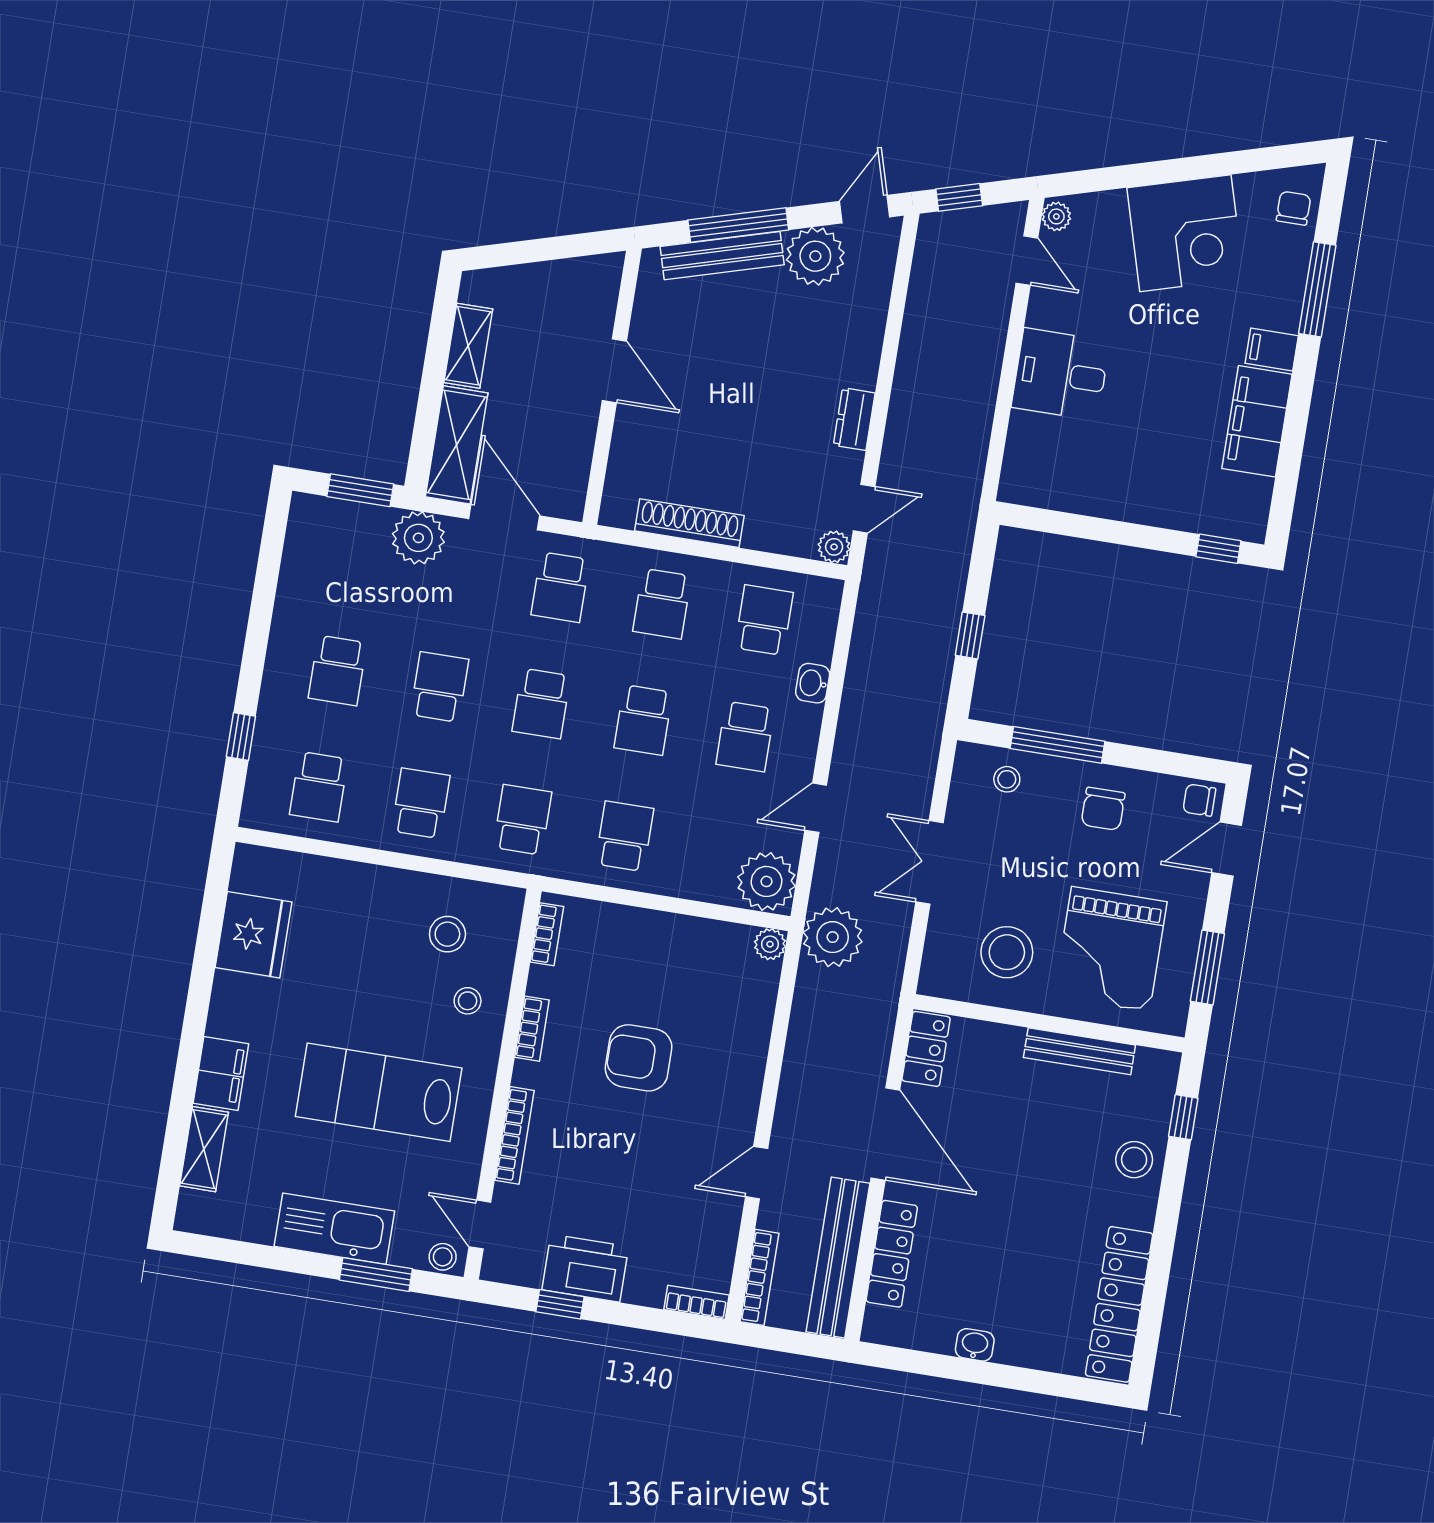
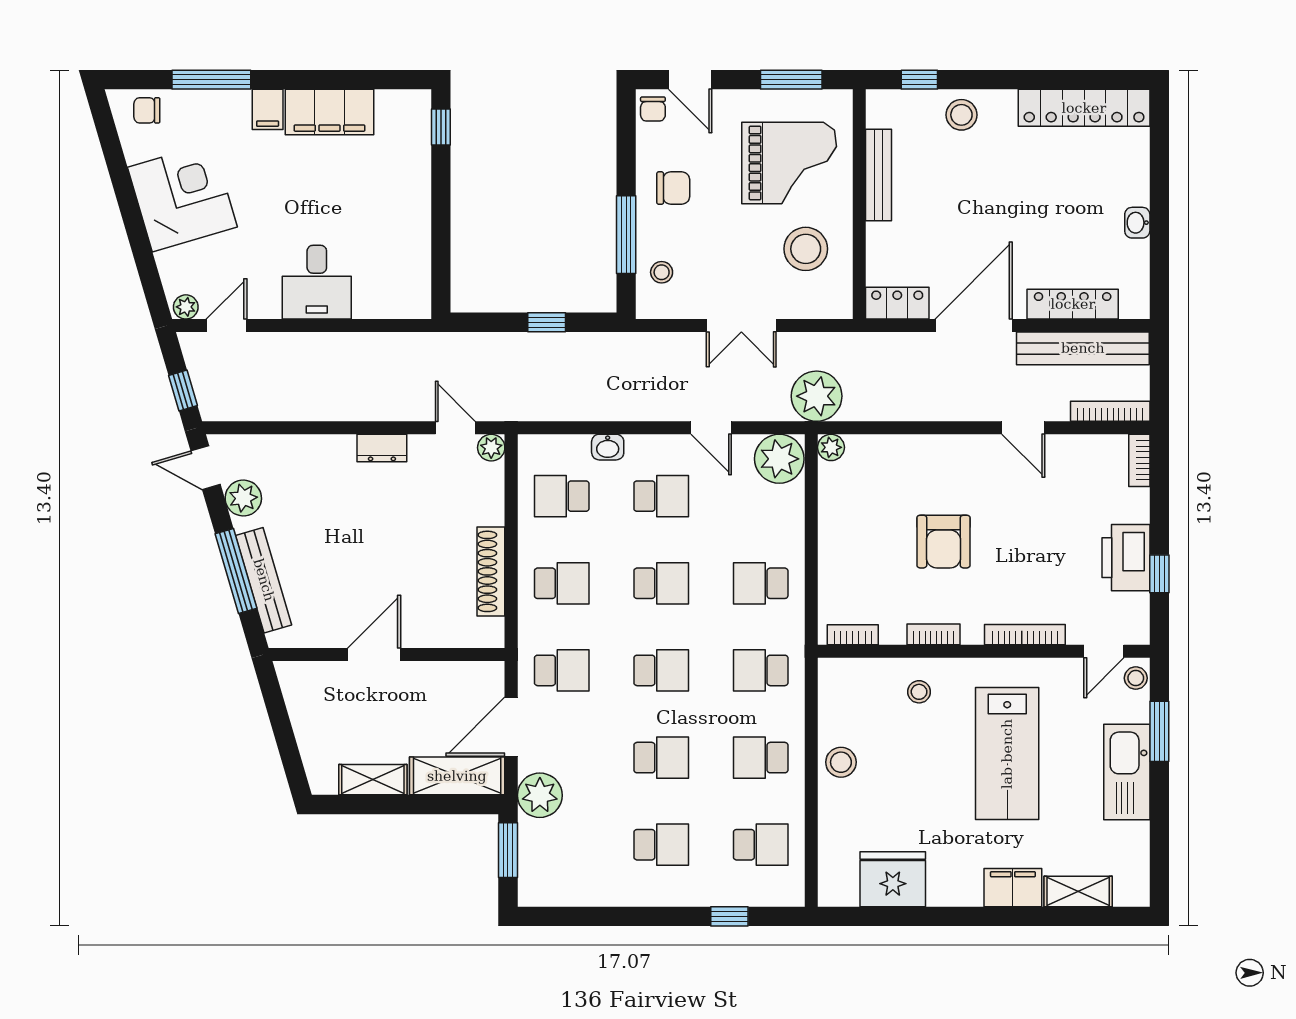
plant: (815, 256) -> (243, 498), width x0.73, depth x0.73
school desk: (439, 687) -> (661, 758), turned 180
stool: (447, 934) -> (841, 762), moved

